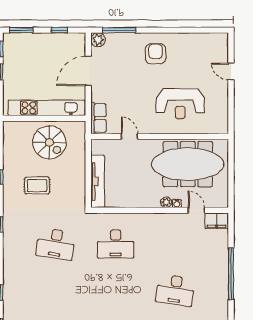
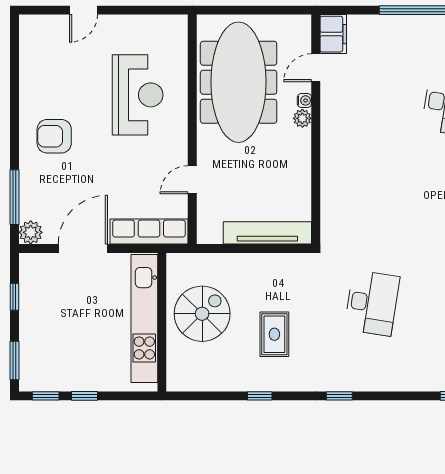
door: (88, 71) -> (83, 248), swing flipped
row of seats: (98, 118) -> (149, 232), width x1.48
desk: (116, 244) -> (372, 203), removed

